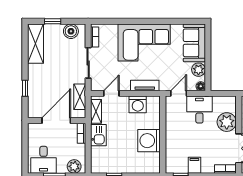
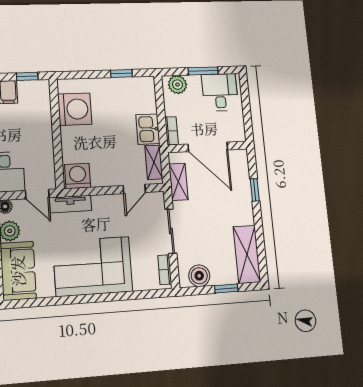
tv unit: (145, 85) -> (71, 204), moved
door: (179, 93) -> (37, 194), hinge flipped
washing machine: (138, 104) -> (78, 176), moved
door: (56, 120) -> (208, 147), hinge flipped
washing machine: (149, 141) -> (75, 109), moved

